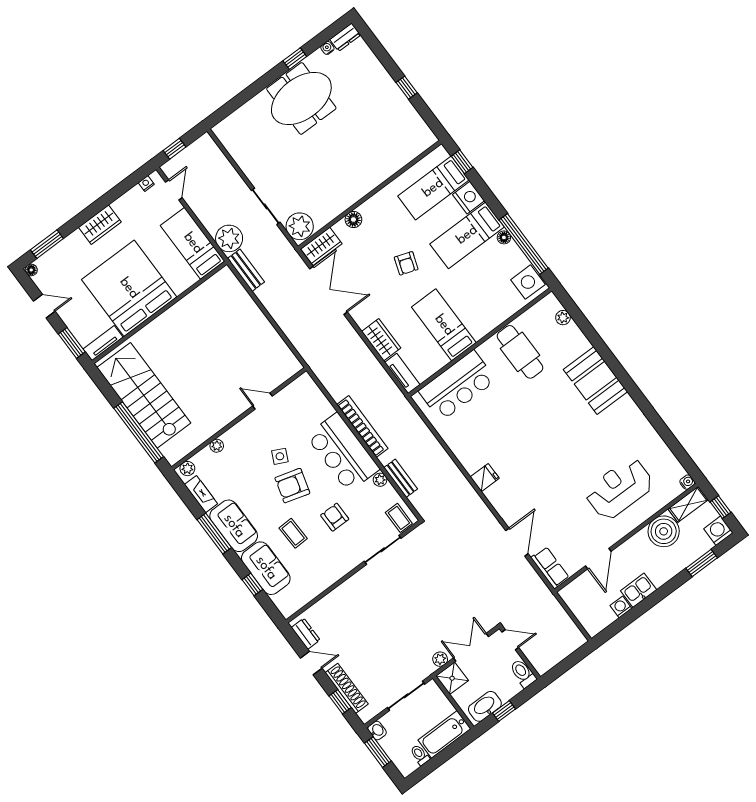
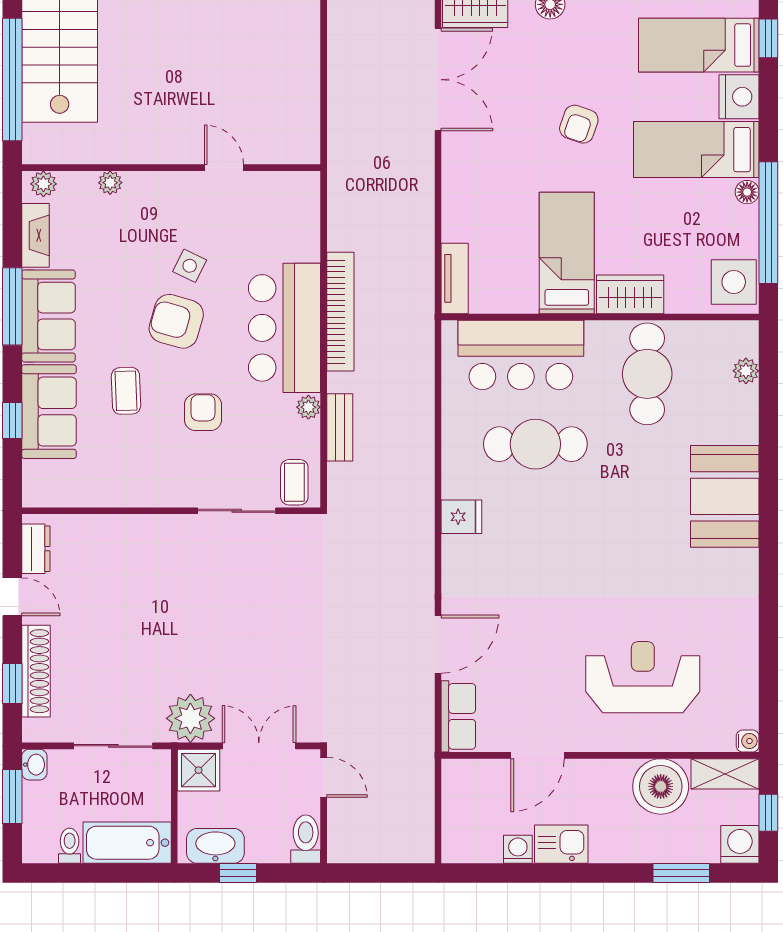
wardrobe: (381, 340) -> (630, 294), moved, turned -90
cafe table: (494, 420) -> (535, 444), added
plant: (440, 659) -> (190, 718), width x1.88, depth x1.88

